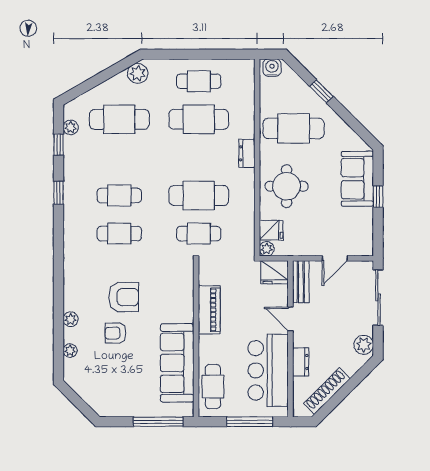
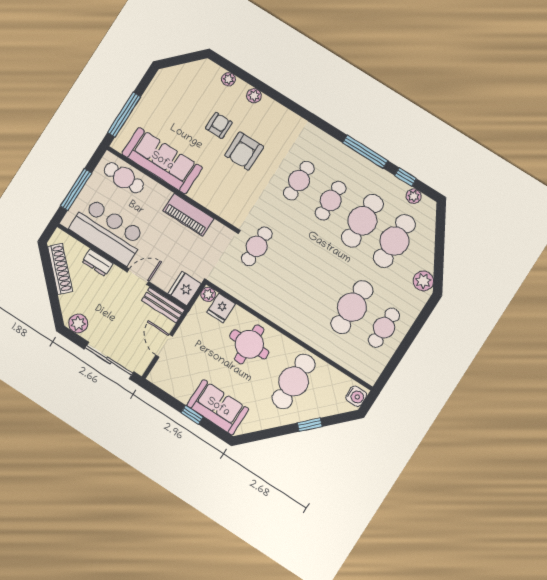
dresser: (247, 153) -> (298, 329), removed
window: (59, 193) -> (365, 152), width x2.17
cafe table: (199, 196) -> (362, 221), moved

